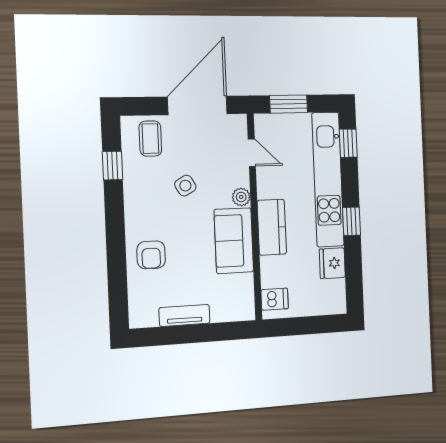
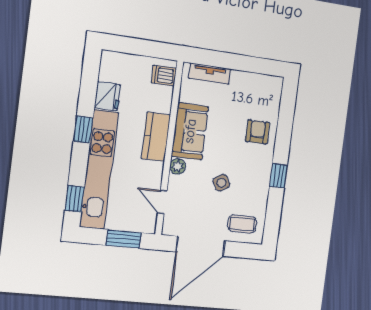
coffee table: (150, 139) -> (242, 224), turned 90
window: (112, 166) -> (278, 176), moved
tv unit: (184, 315) -> (210, 74), moved

